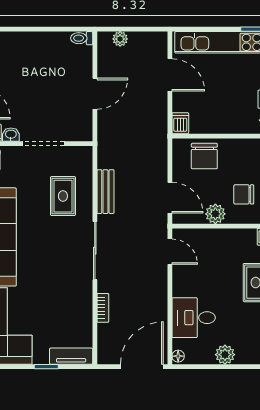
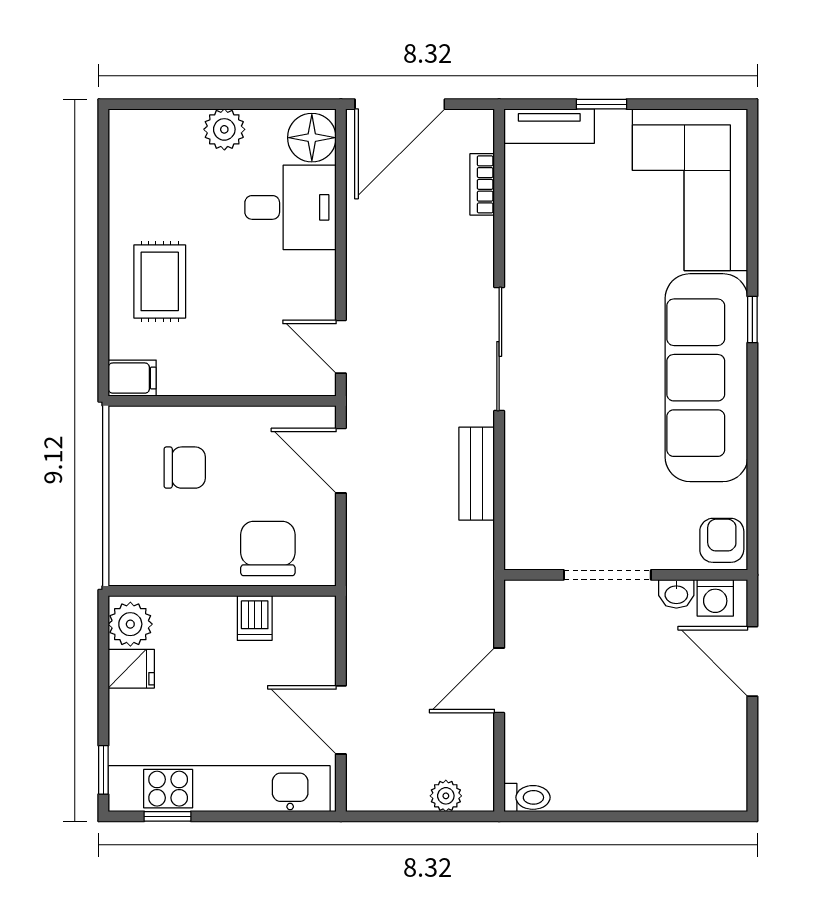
dishwasher: (180, 123) -> (255, 618), moved
rug: (63, 196) -> (566, 464), removed
plant: (215, 214) -> (245, 427), removed
bookcase: (103, 308) -> (482, 184), moved
floor lamp: (178, 356) -> (312, 138), width x1.89, depth x1.89

